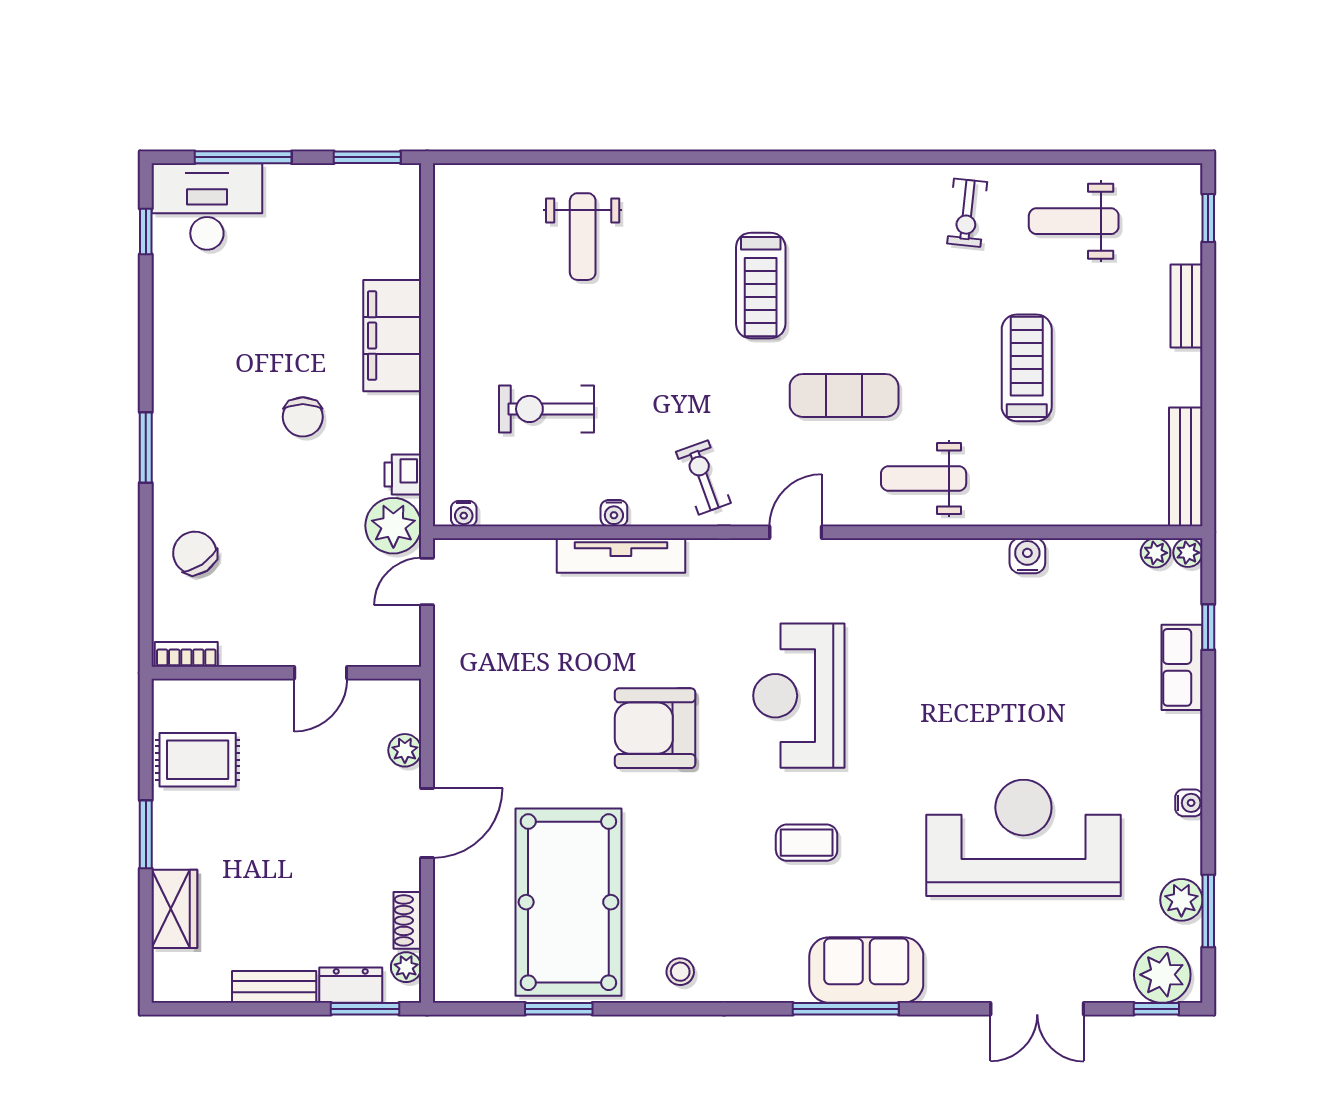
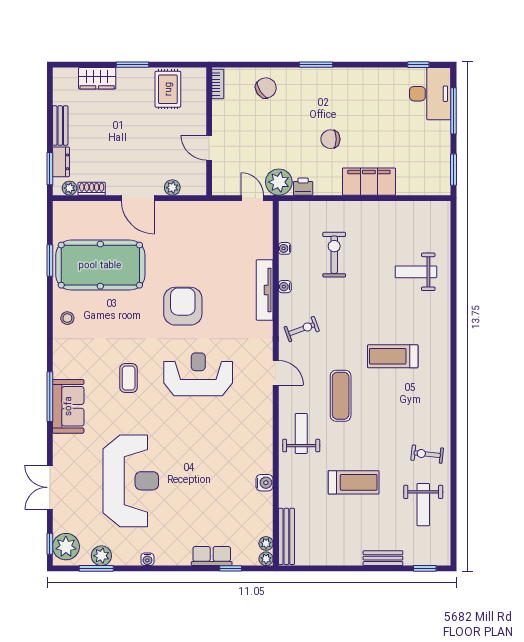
weight bench: (1074, 221) -> (423, 505), turned 180
bench: (1186, 467) -> (286, 536), moved, turned 90
water cooler: (464, 514) -> (285, 248), moved

